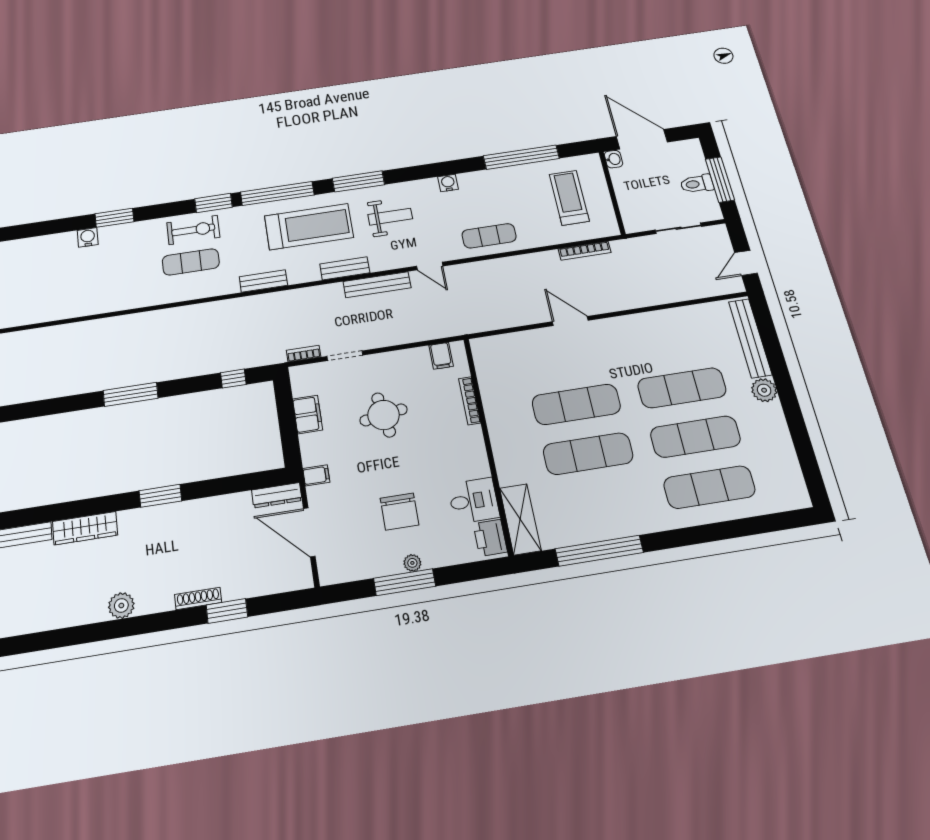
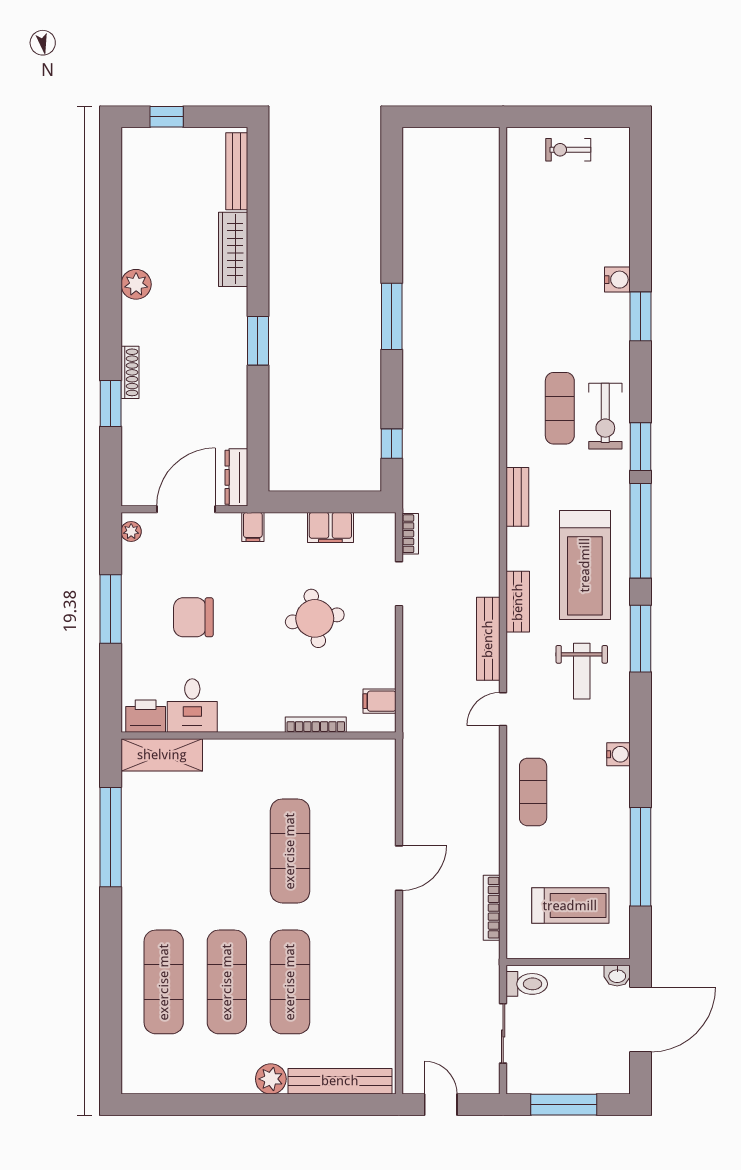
toilet: (697, 184) -> (527, 984), moved, turned 90
exercise mat: (588, 454) -> (227, 851), removed
plant: (412, 563) -> (131, 531), moved

